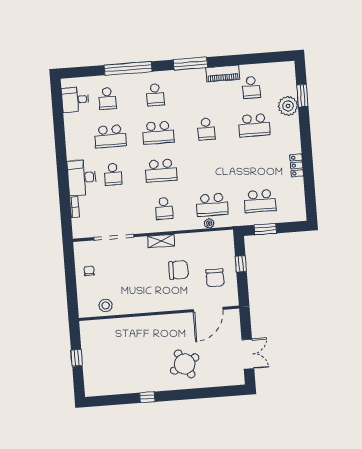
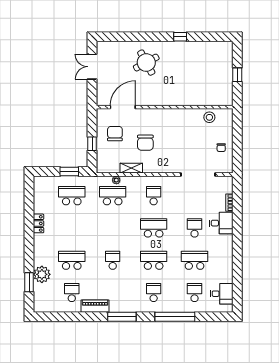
desk: (82, 178) -> (221, 223), width x0.73
shelving: (161, 241) -> (131, 168), moved
chair: (178, 270) -> (145, 143), turned -90

